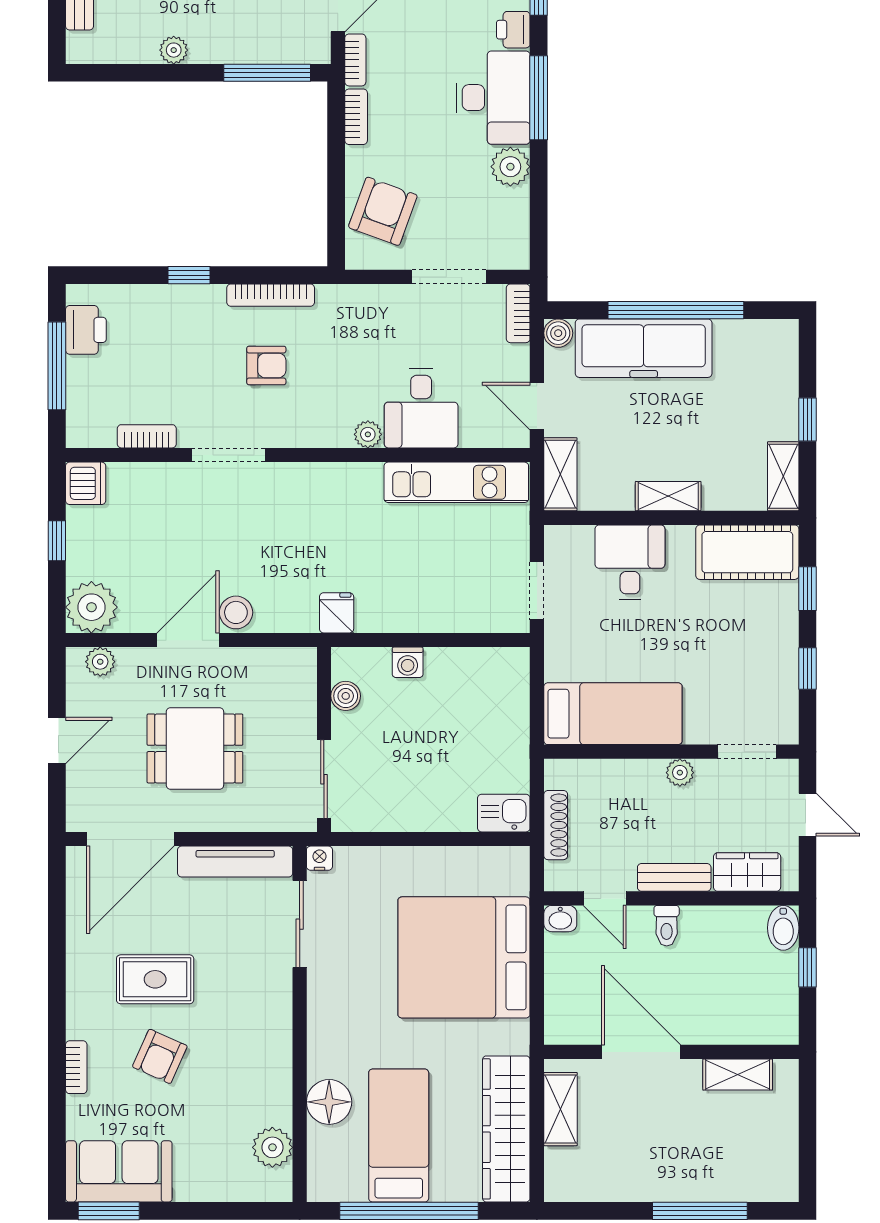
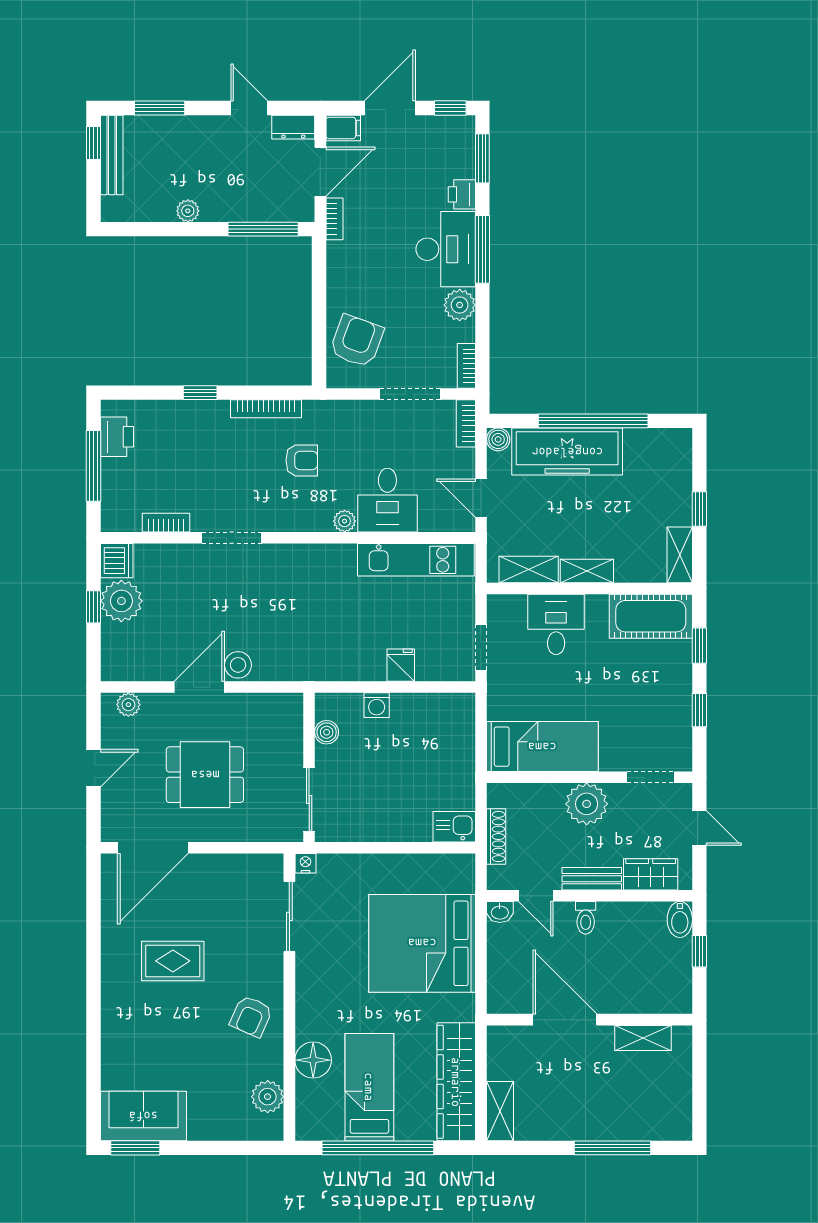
bookcase: (356, 117) -> (466, 366), moved, turned 180
armchair: (266, 365) -> (302, 460), moved
shelving: (560, 474) -> (529, 570), moved, turned 90
plant: (91, 607) -> (121, 601), moved
fridge: (337, 613) -> (401, 665), moved
plant: (680, 773) -> (587, 804), width x1.87, depth x1.87
tv unit: (235, 862) -> (237, 866), removed
armchair: (160, 1056) -> (251, 1016), moved
bookcase: (76, 1067) -> (109, 1032), removed
shelving: (560, 1109) -> (500, 1111), moved

